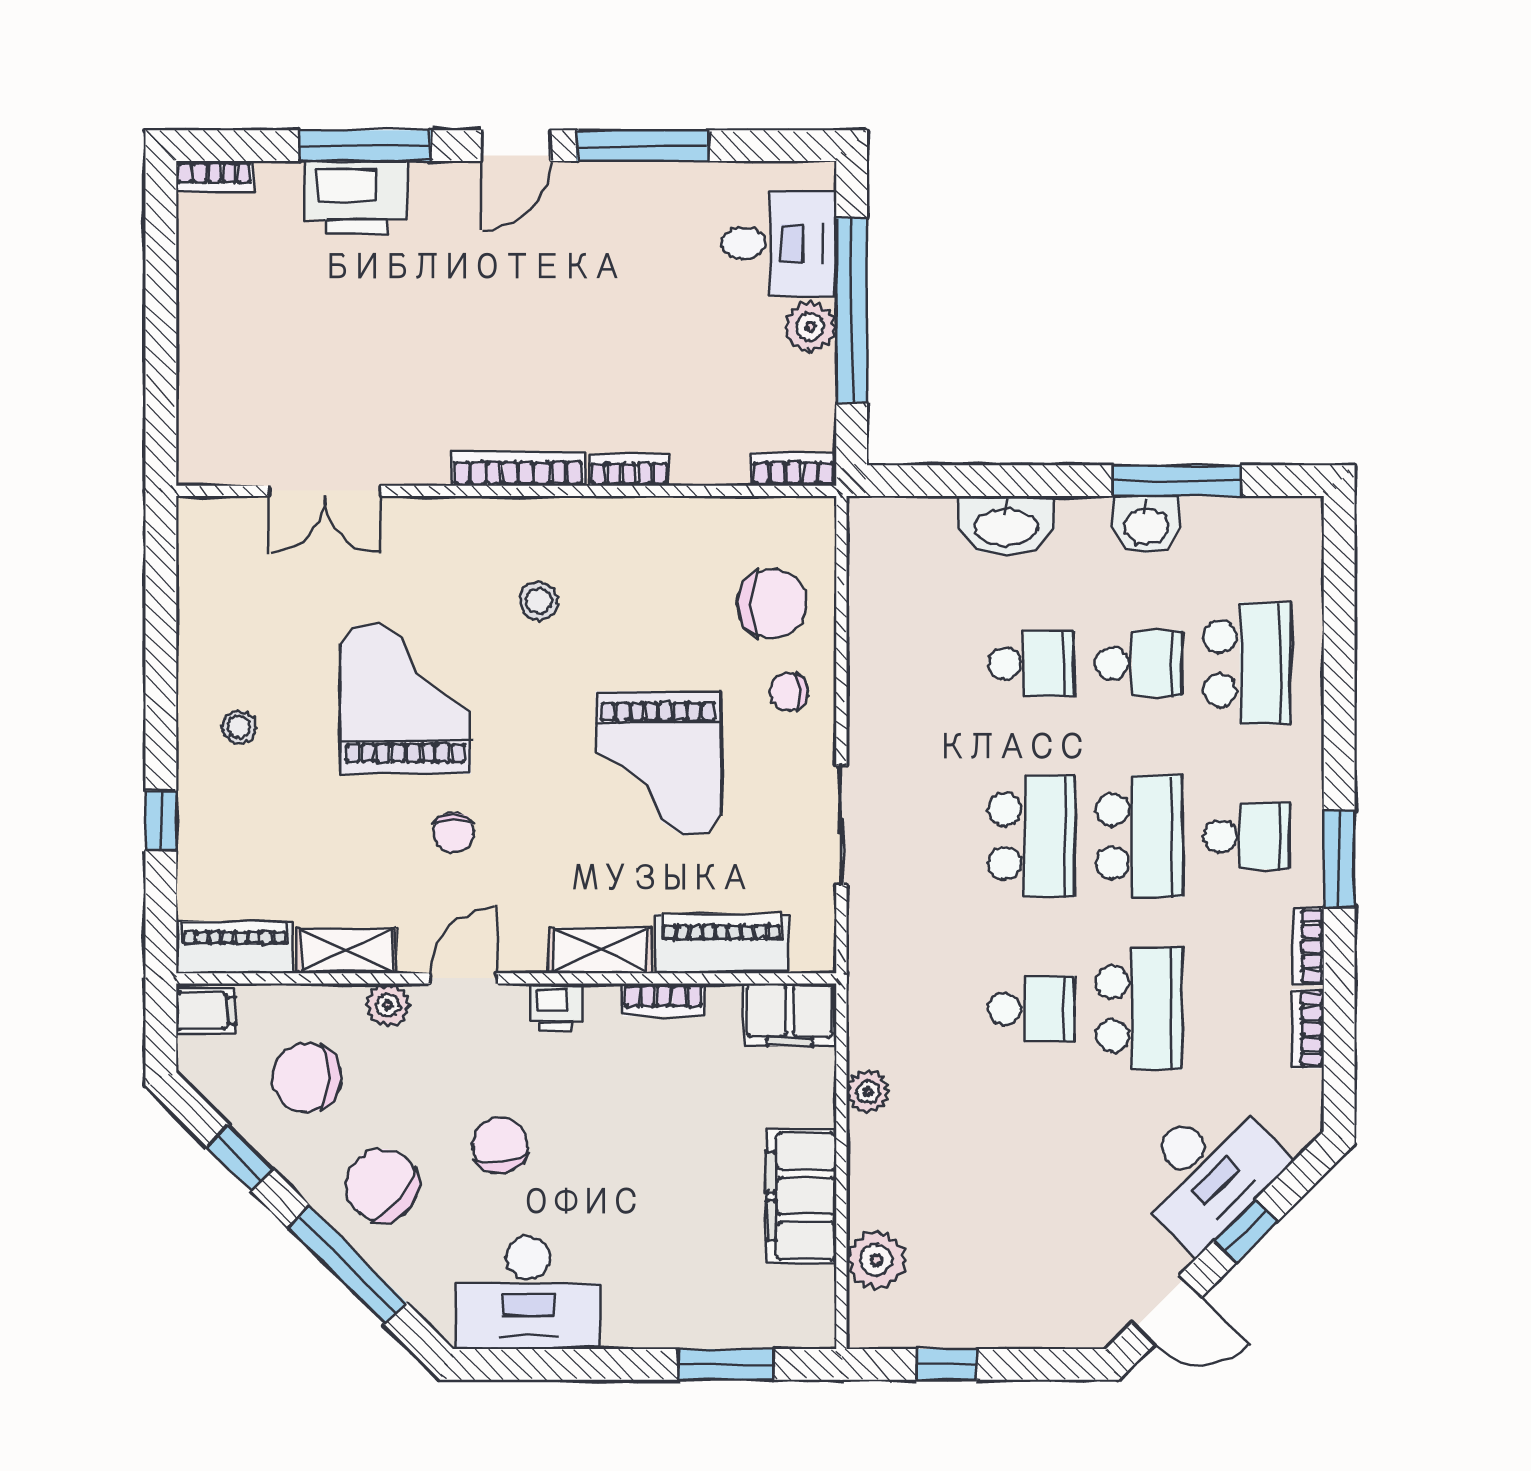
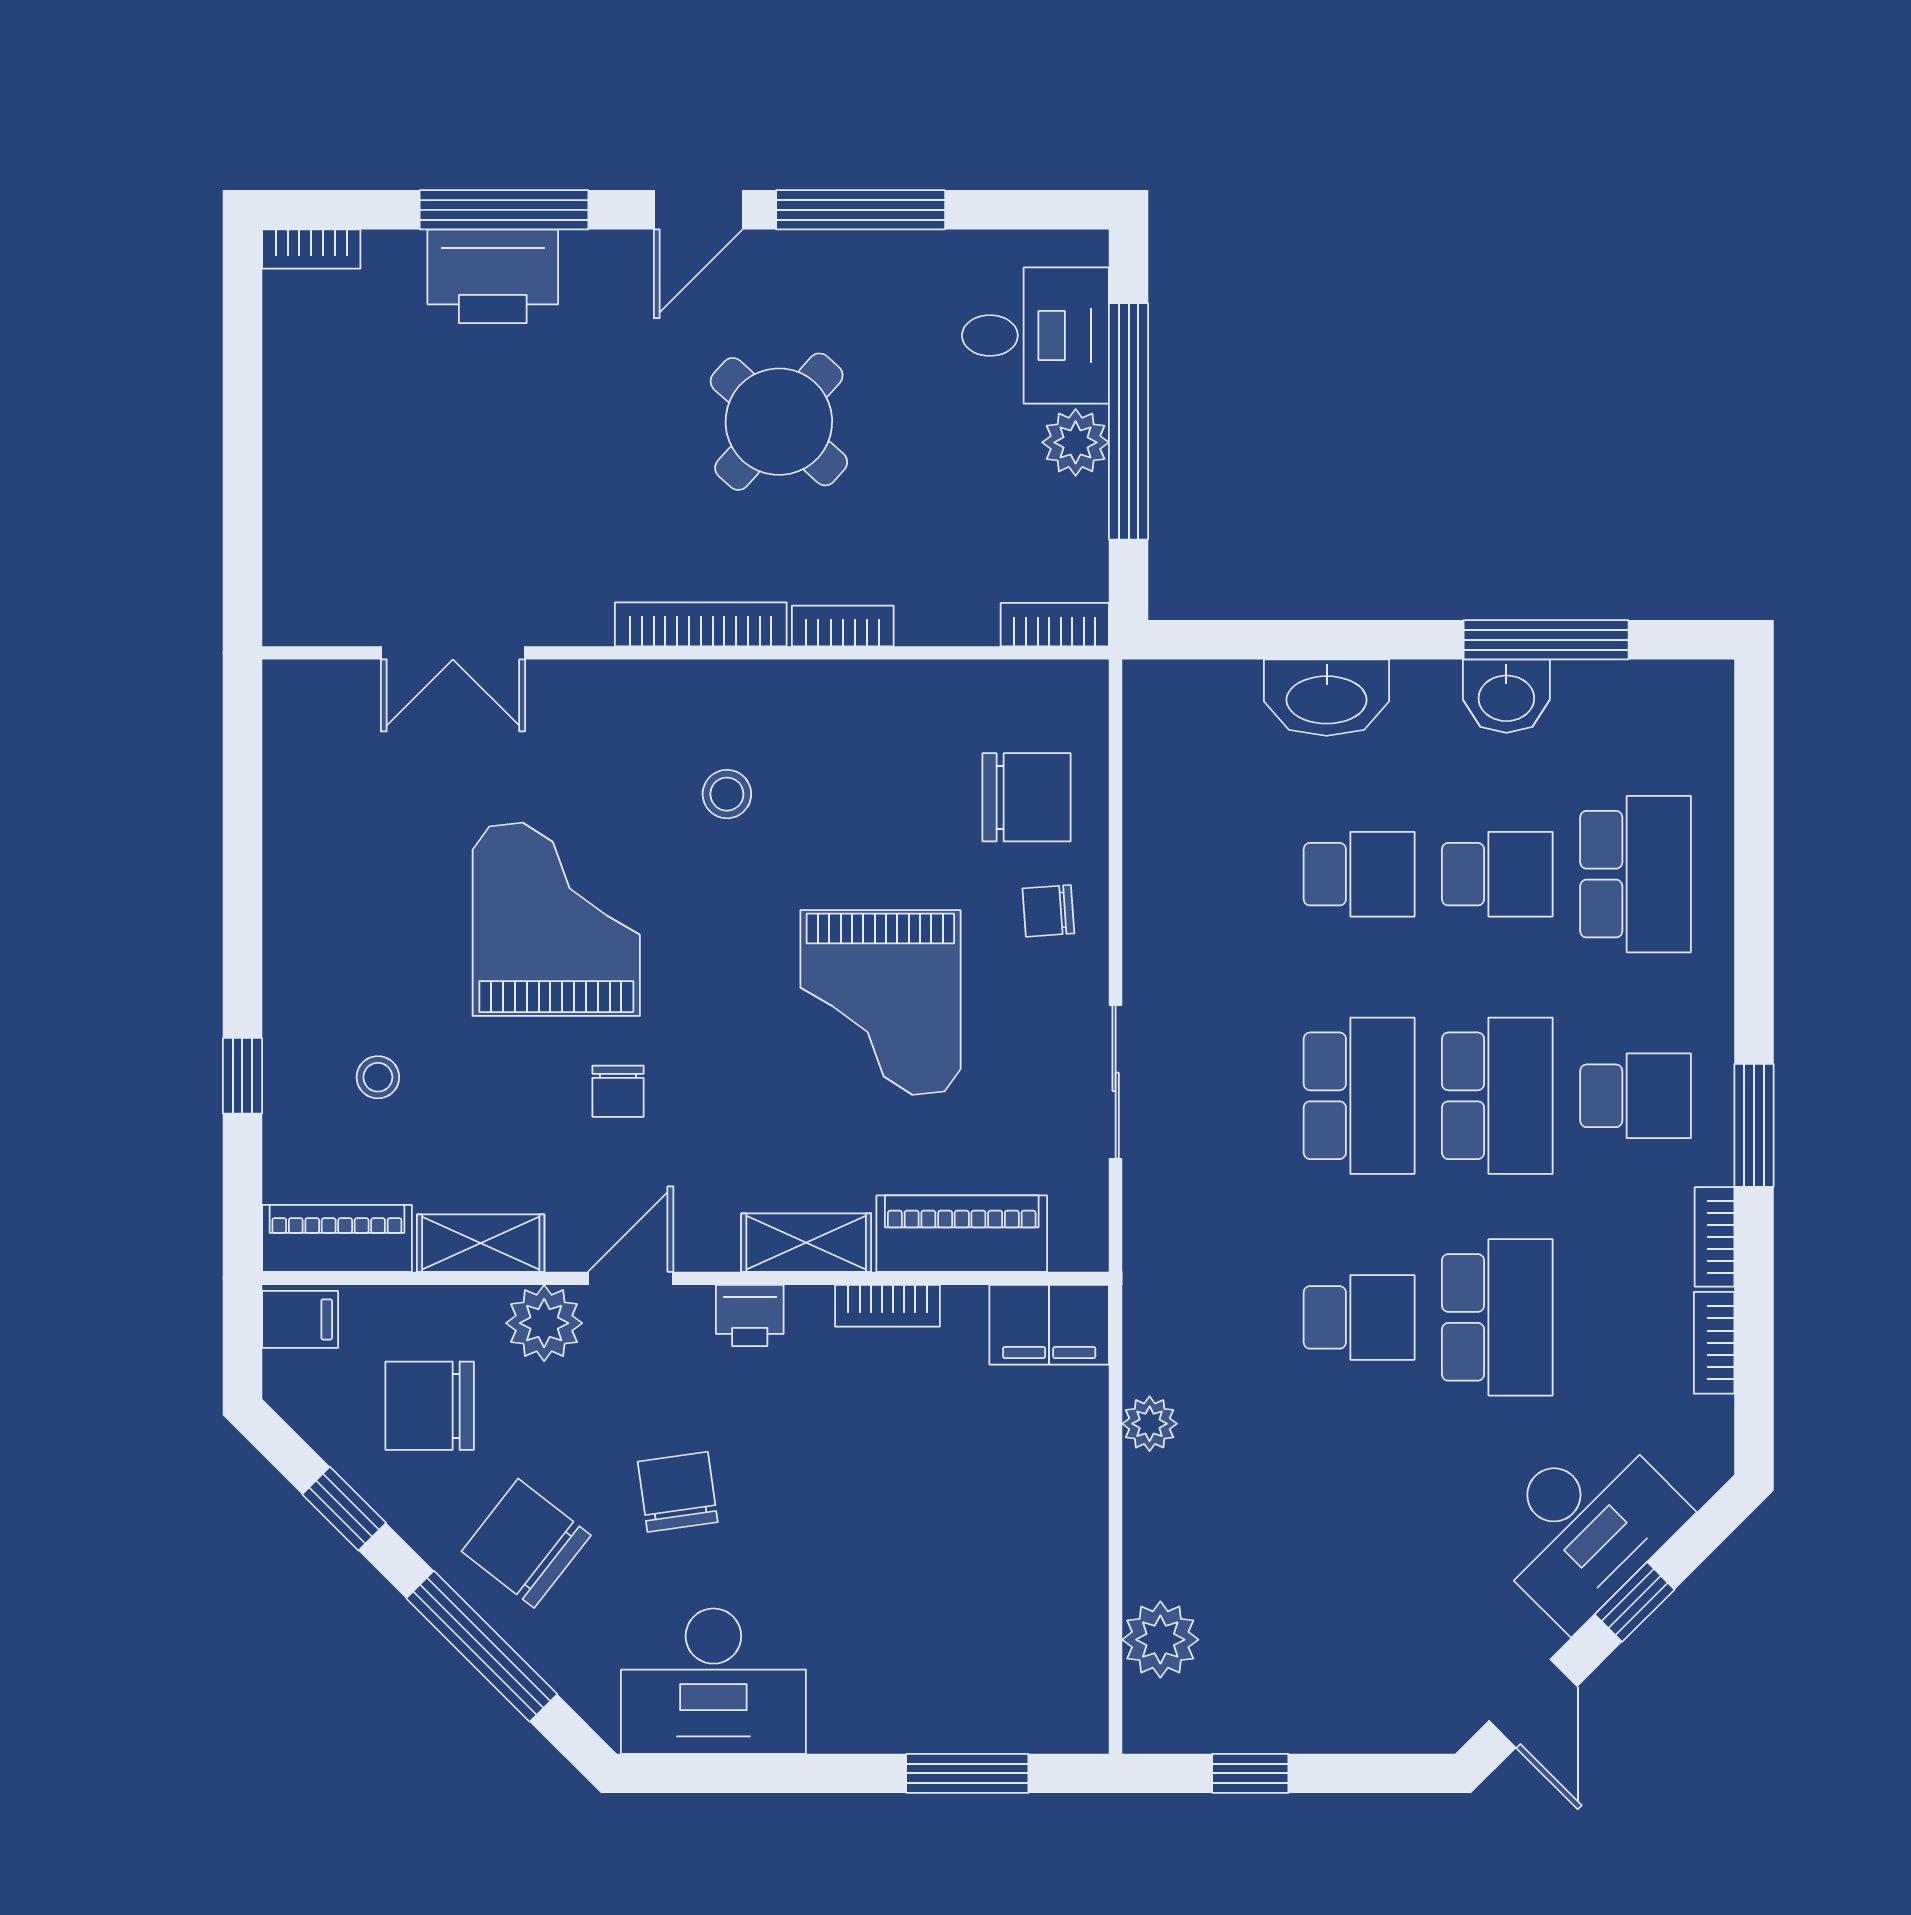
round table: (579, 311) -> (779, 422), added
stool: (239, 727) -> (378, 1077), moved
plant: (388, 1005) -> (544, 1323), width x1.38, depth x1.38
filing cabinet: (802, 1196) -> (1064, 1558), removed
door: (1167, 1310) -> (1533, 1703), hinge flipped

